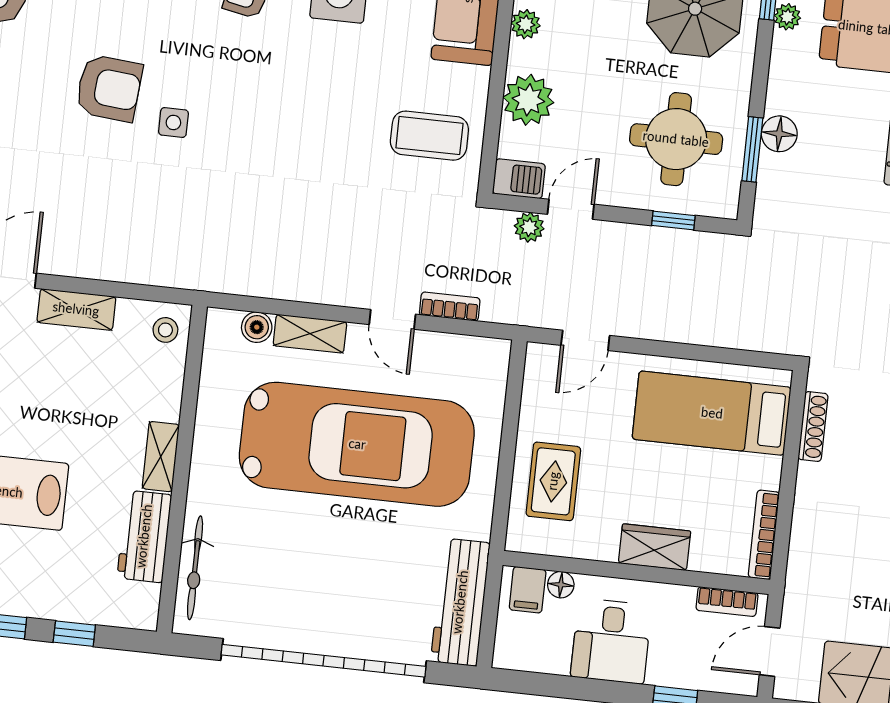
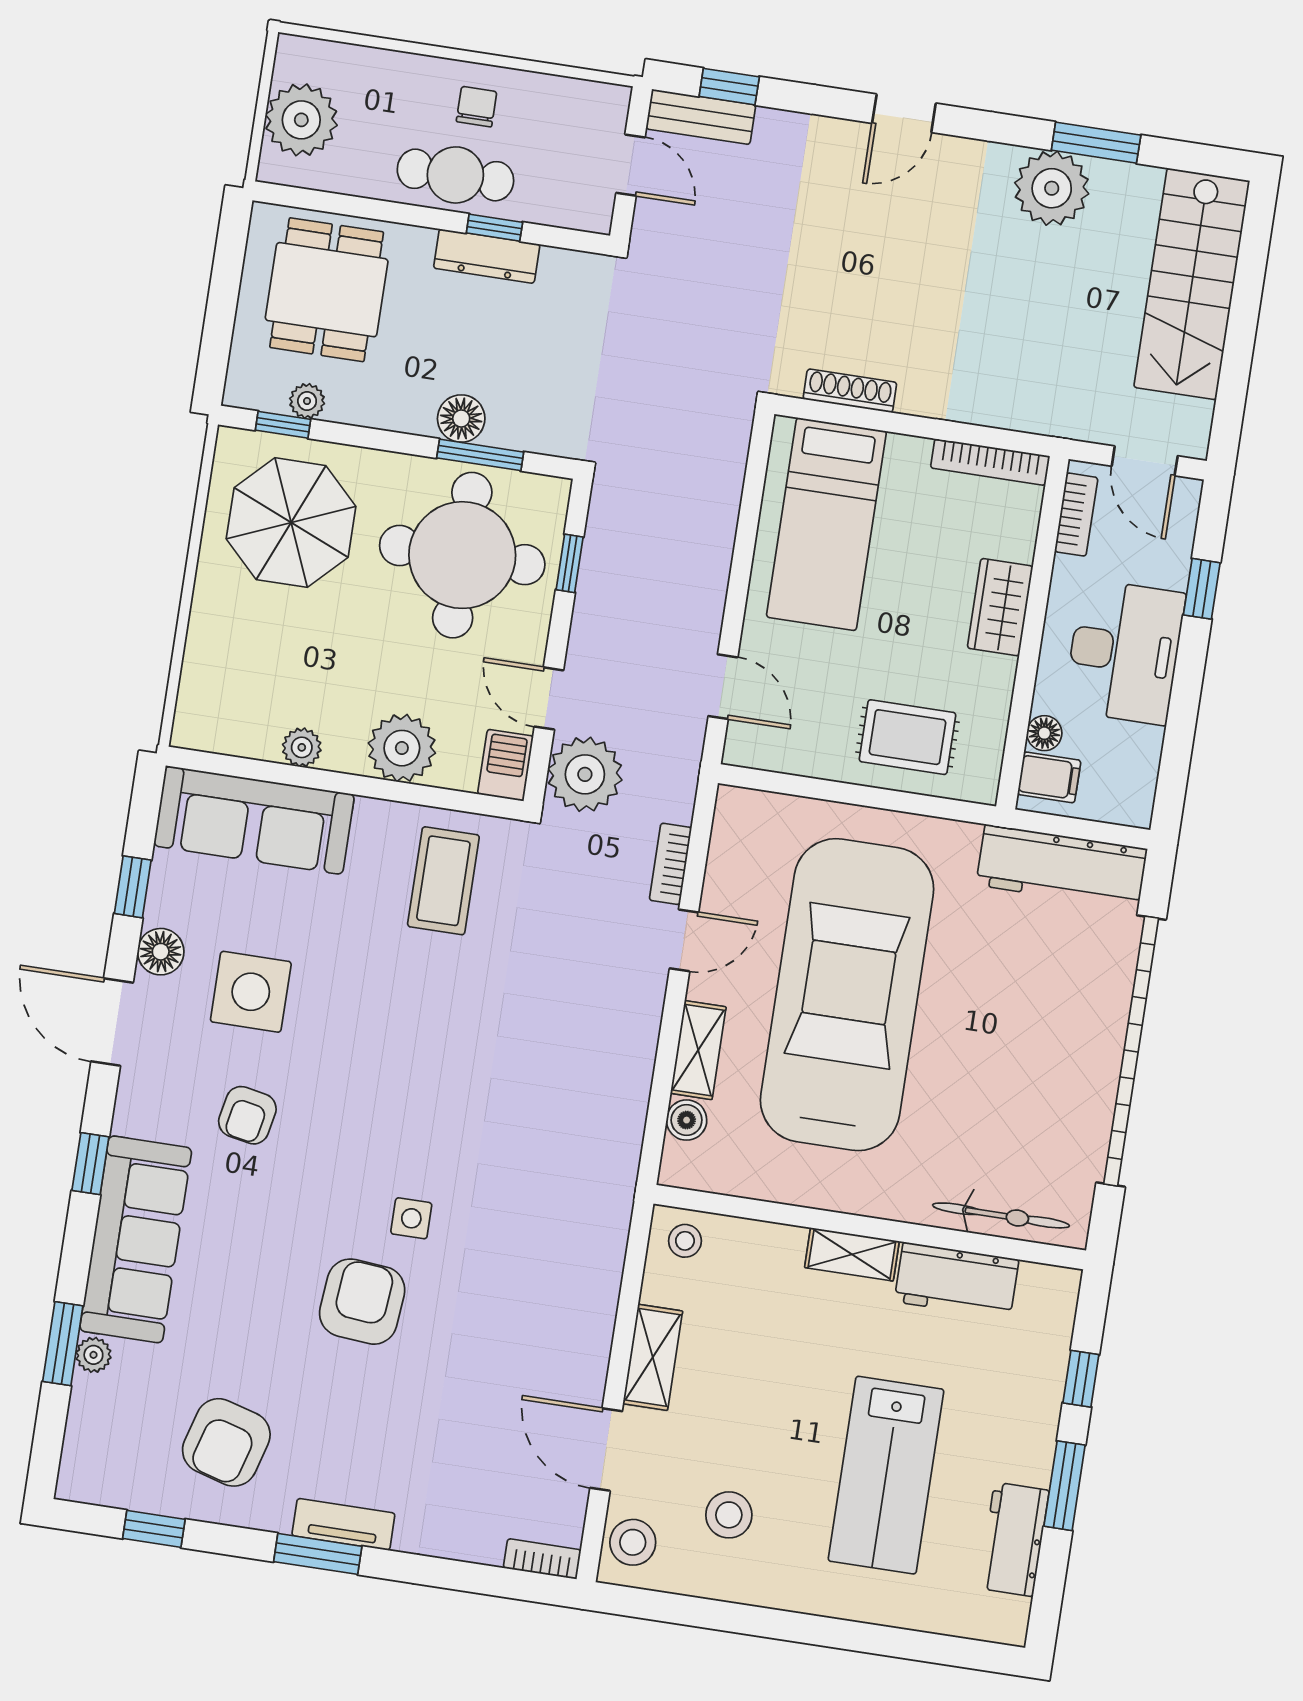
round table: (676, 139) -> (462, 555), width x1.36, depth x1.36
plant: (529, 227) -> (585, 774), width x1.87, depth x1.87
desk: (611, 641) -> (1124, 652), width x1.37

